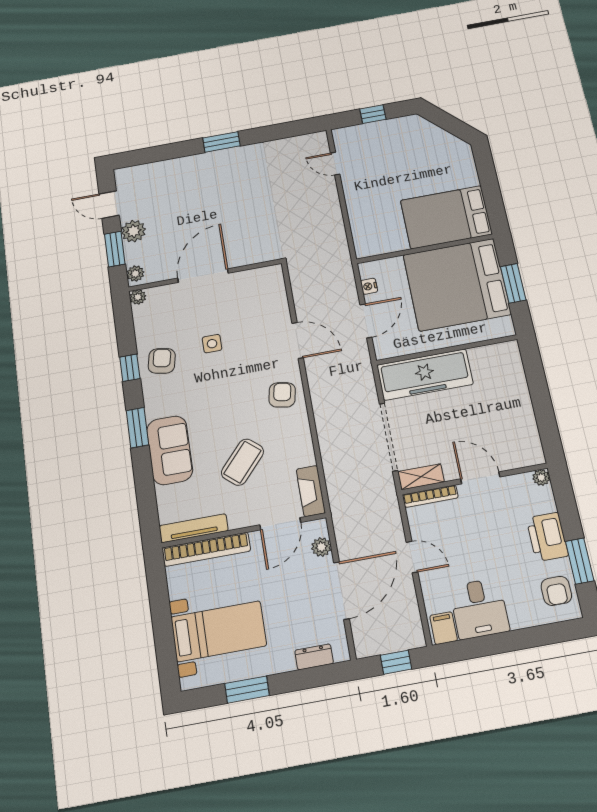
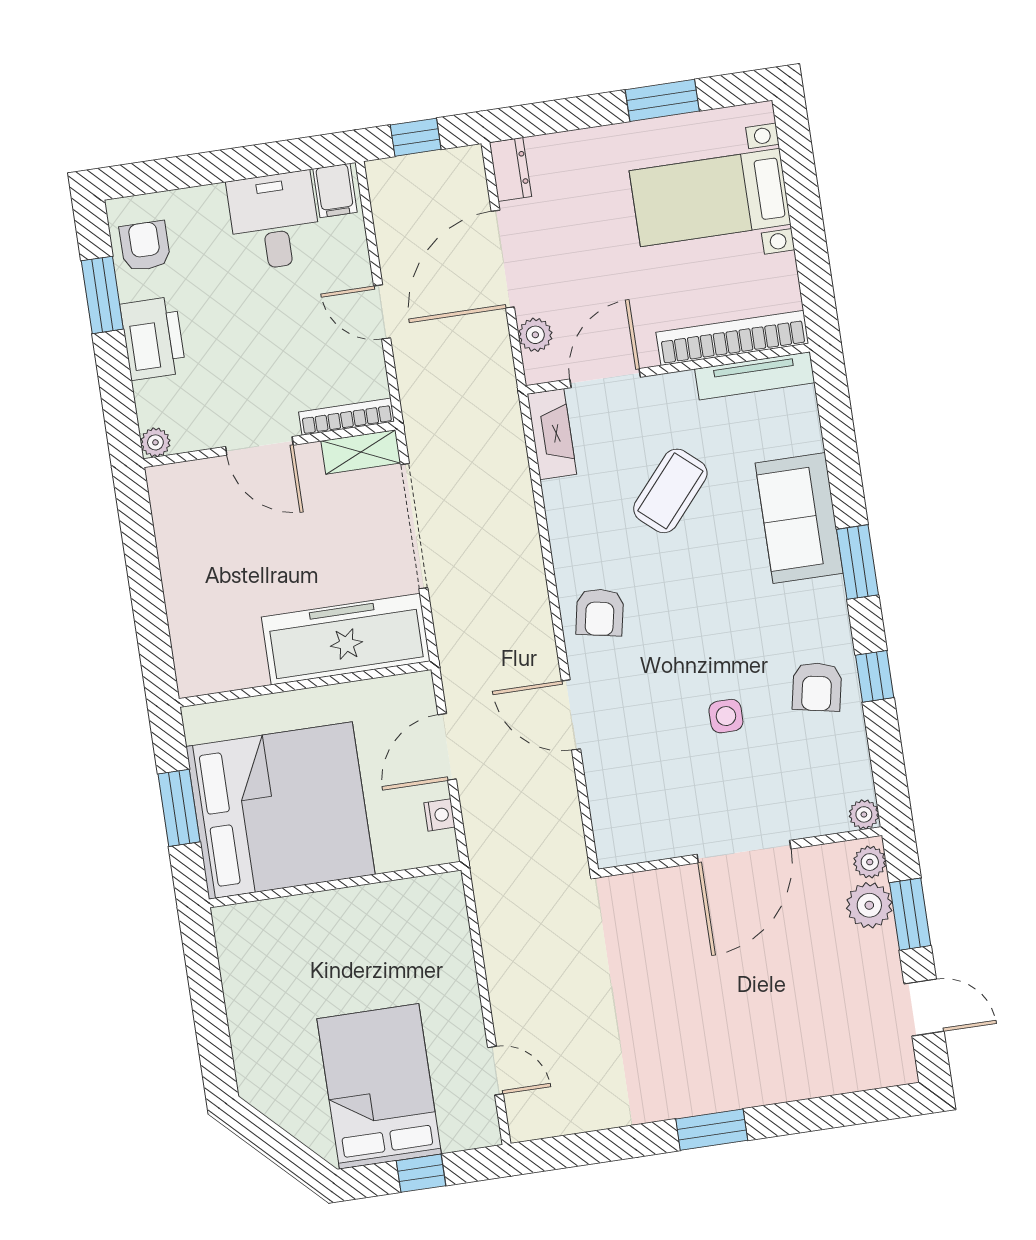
bed: (446, 217) -> (379, 1086), moved, turned -90
plant: (133, 231) -> (869, 905), moved
dresser: (314, 657) -> (510, 169), moved, turned -90

